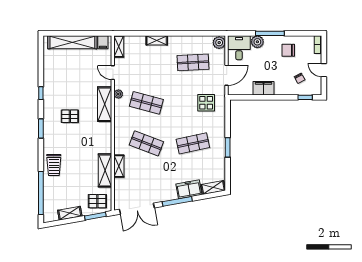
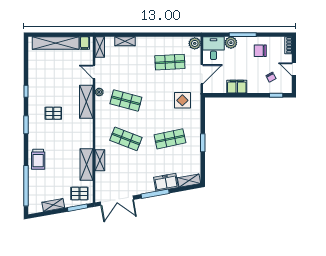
shelving: (157, 40) -> (125, 41), moved

